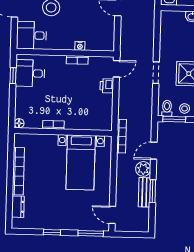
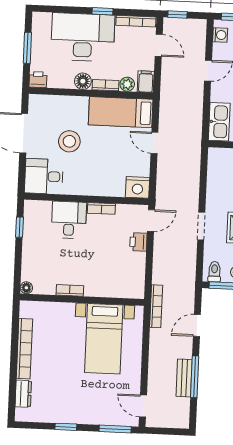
nightstand: (80, 46) -> (137, 187), moved, width x1.89, depth x1.79
desk: (30, 73) -> (69, 220), moved, turned 90
plant: (143, 169) -> (183, 348), removed
window: (153, 191) -> (195, 377), width x1.44

